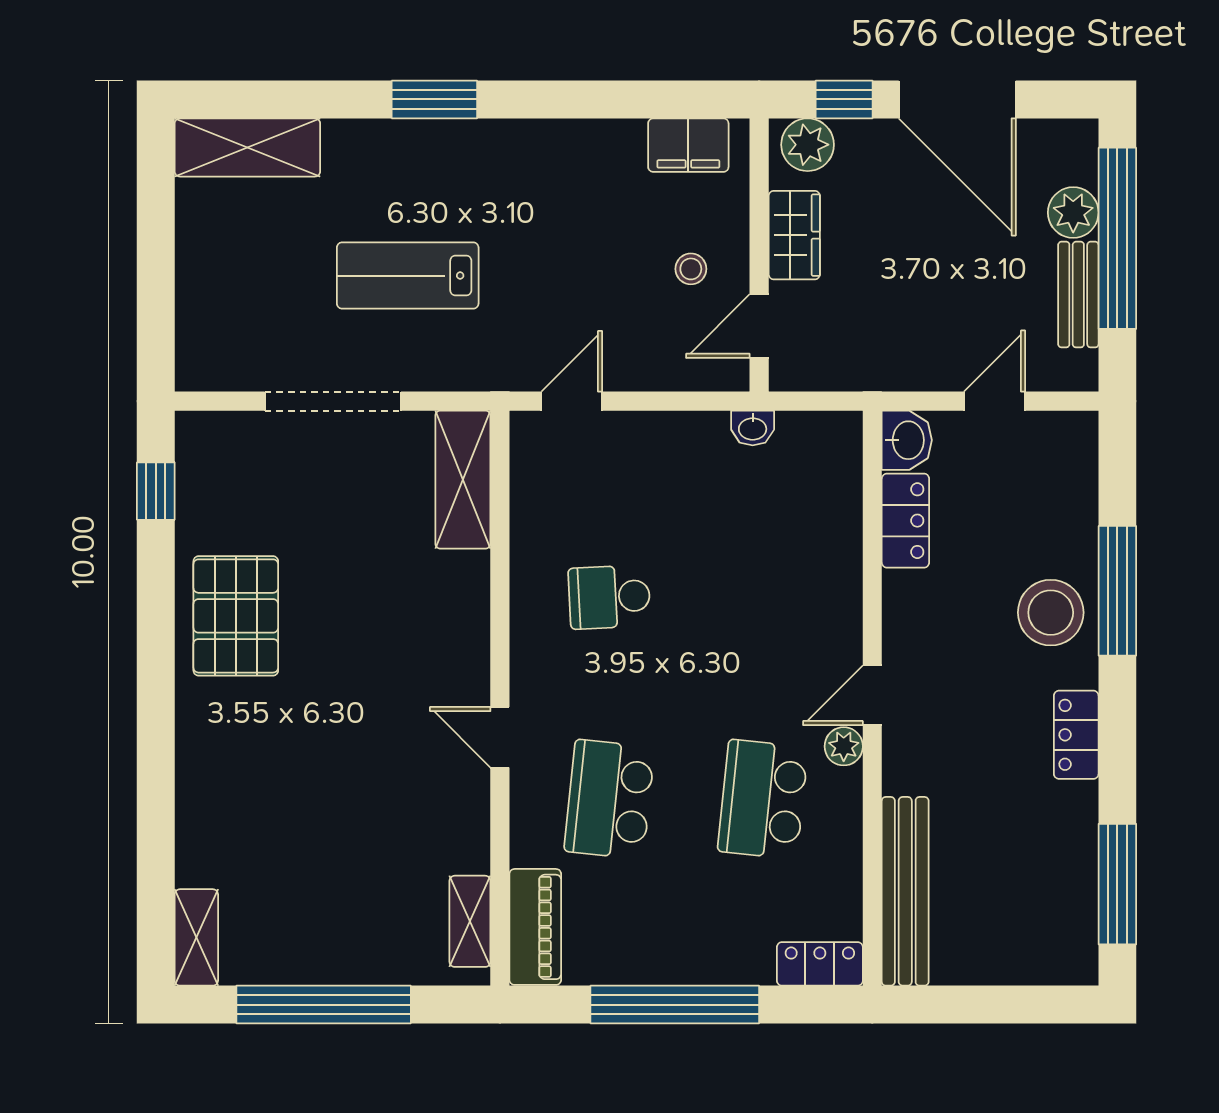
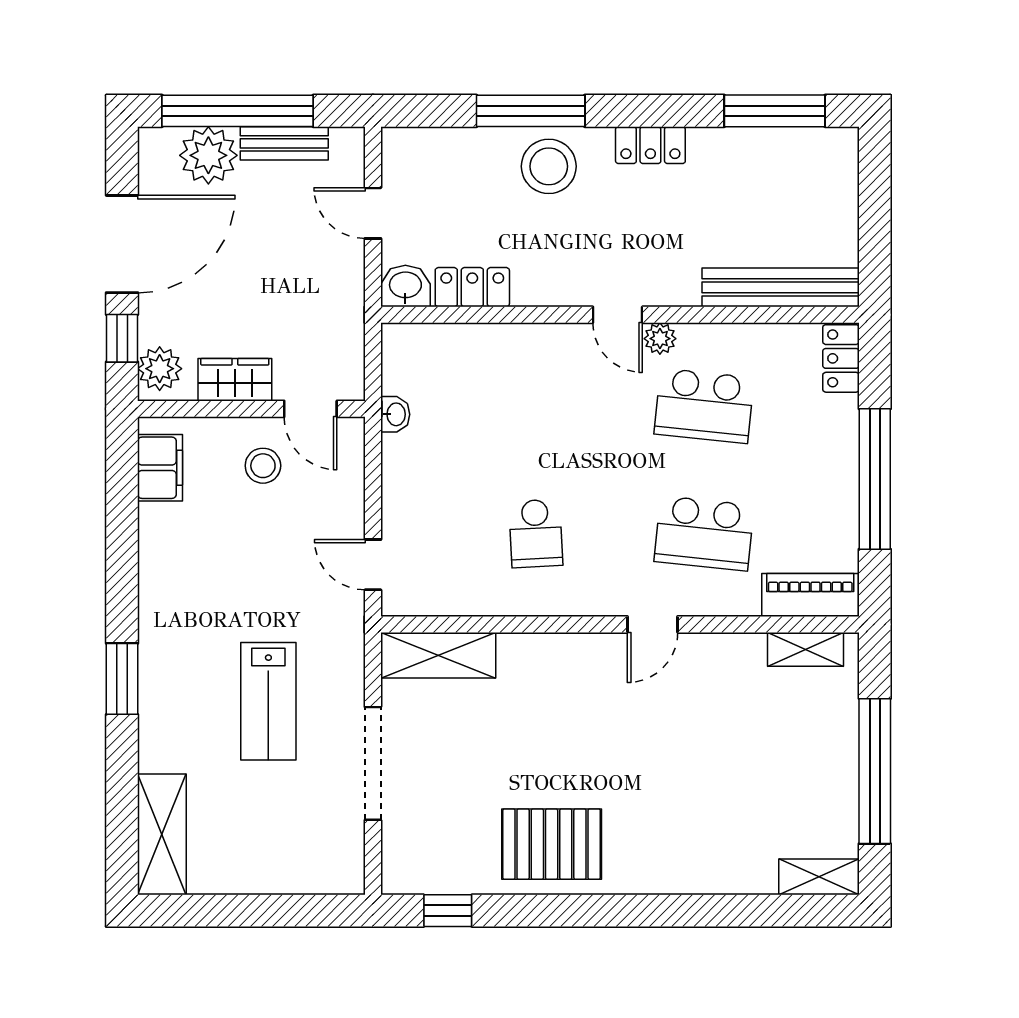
plant: (1073, 213) -> (208, 155), width x1.36, depth x1.36
stool: (691, 269) -> (263, 466), width x1.37, depth x1.37

